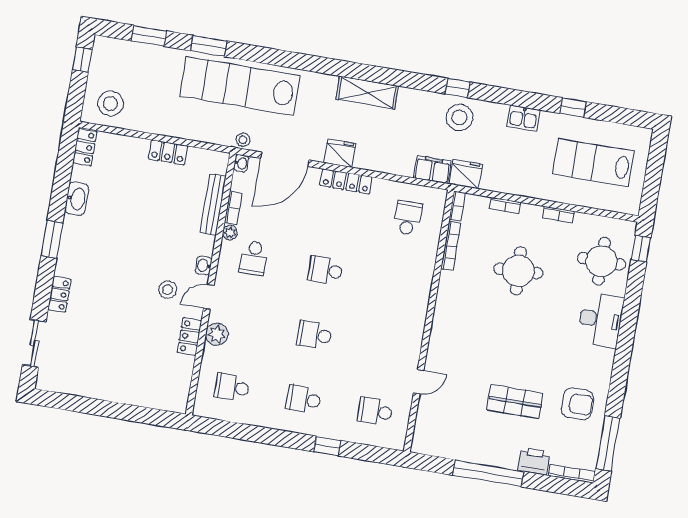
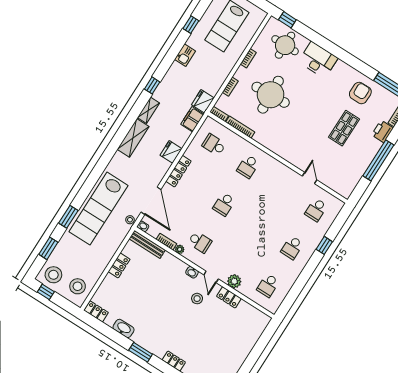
shelving: (418, 98) -> (148, 110), added
stool: (459, 117) -> (53, 275), moved
fridge: (340, 153) -> (171, 152), moved
bench: (213, 205) -> (147, 244), moved
round table: (518, 271) -> (271, 95), width x1.36, depth x1.36
school desk: (314, 335) -> (248, 166), moved

